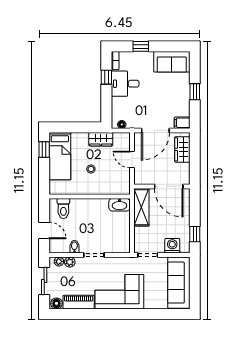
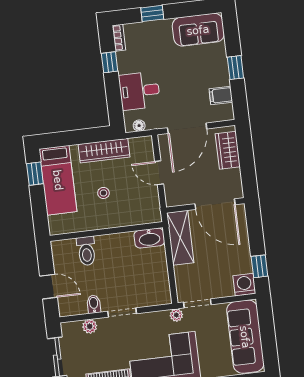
desk: (125, 84) -> (140, 91), moved
filing cabinet: (182, 123) -> (221, 96), moved
wardrobe: (101, 139) -> (104, 151), width x1.50
toilet: (63, 209) -> (86, 251), moved
washing machine: (172, 246) -> (244, 285), moved
plant: (59, 261) -> (176, 315), moved

